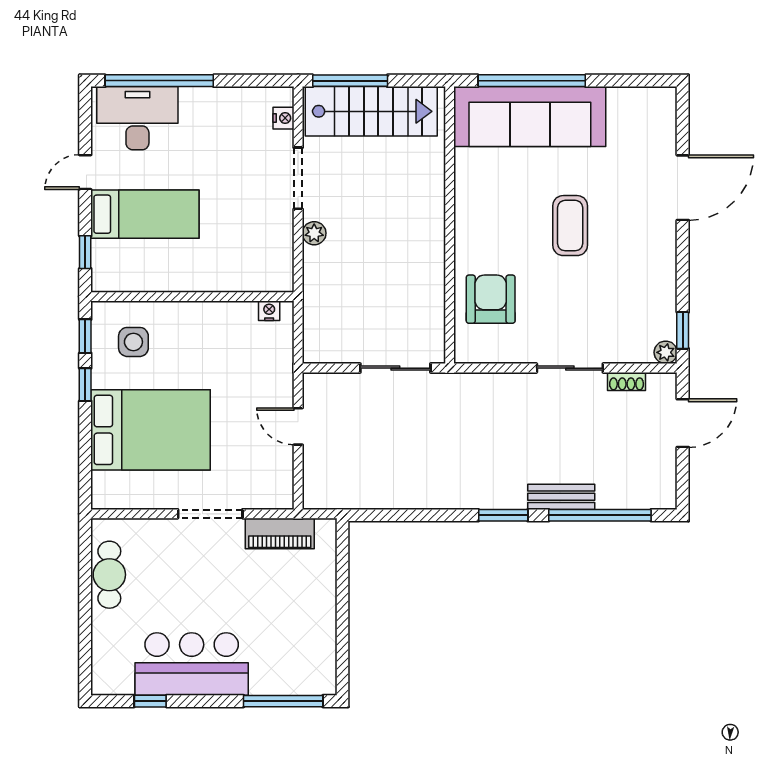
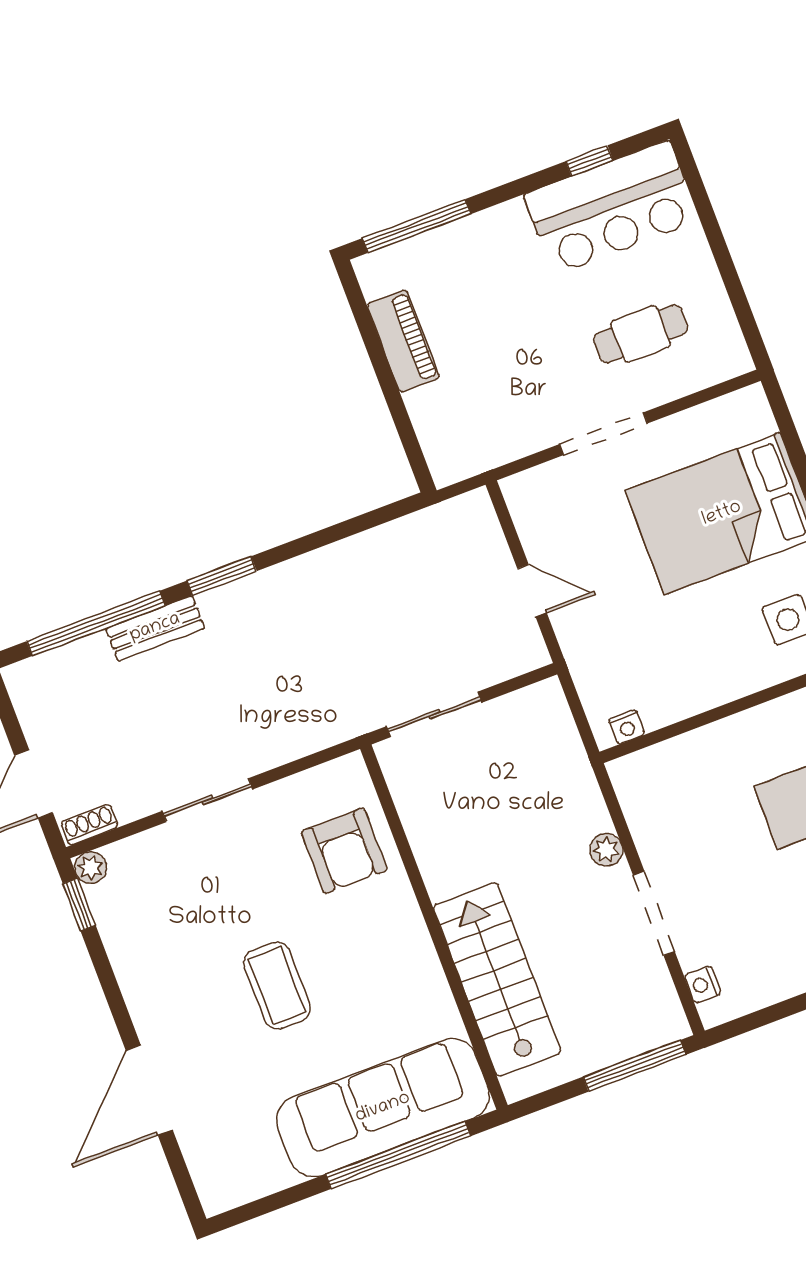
stairs: (371, 111) -> (497, 979), moved, turned 90
shoe rack: (627, 382) -> (89, 825), moved
piano: (280, 533) -> (403, 341), moved, turned 90
cafe table: (109, 575) -> (641, 334), moved, turned 90
bar counter: (192, 664) -> (611, 208), moved

